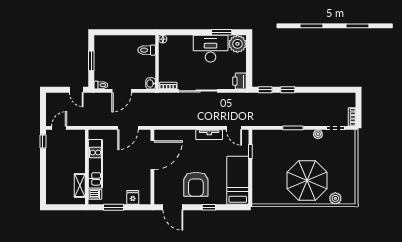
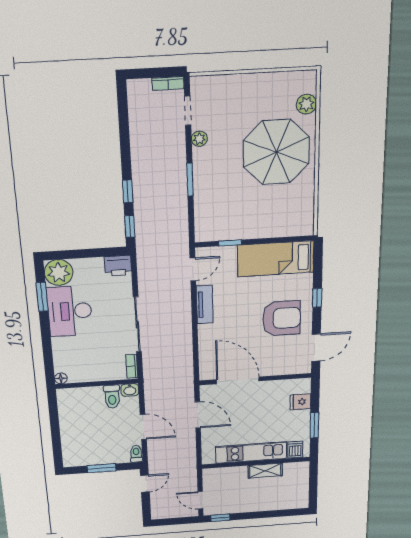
toilet: (147, 50) -> (112, 397), moved
shelving: (80, 186) -> (265, 471), moved

